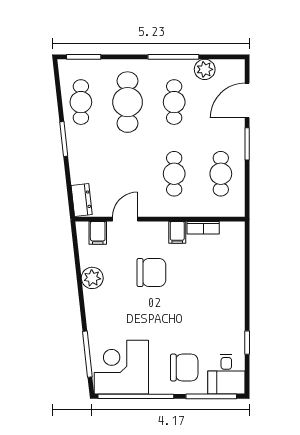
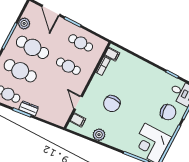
cafe table: (174, 102) -> (32, 47), width x1.37, depth x1.35
dresser: (82, 200) -> (29, 108), moved
filing cabinet: (177, 232) -> (112, 54), moved
chair: (151, 272) -> (112, 104), turned 180
chair: (184, 368) -> (168, 112), turned 83

